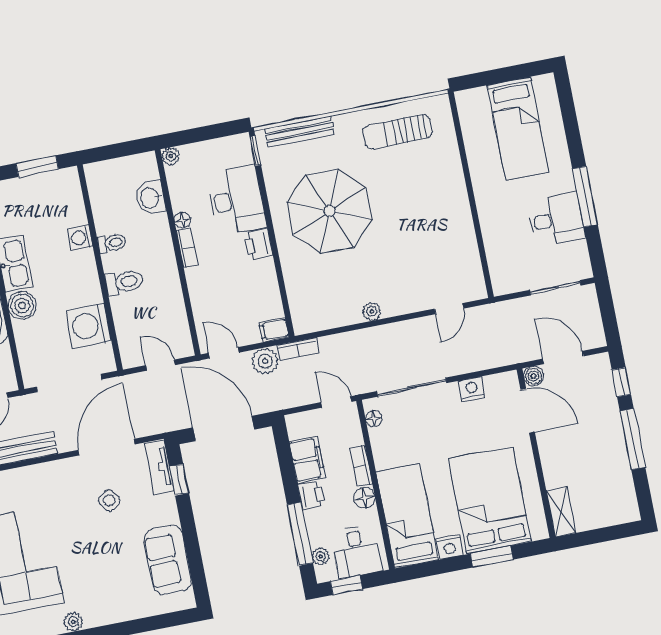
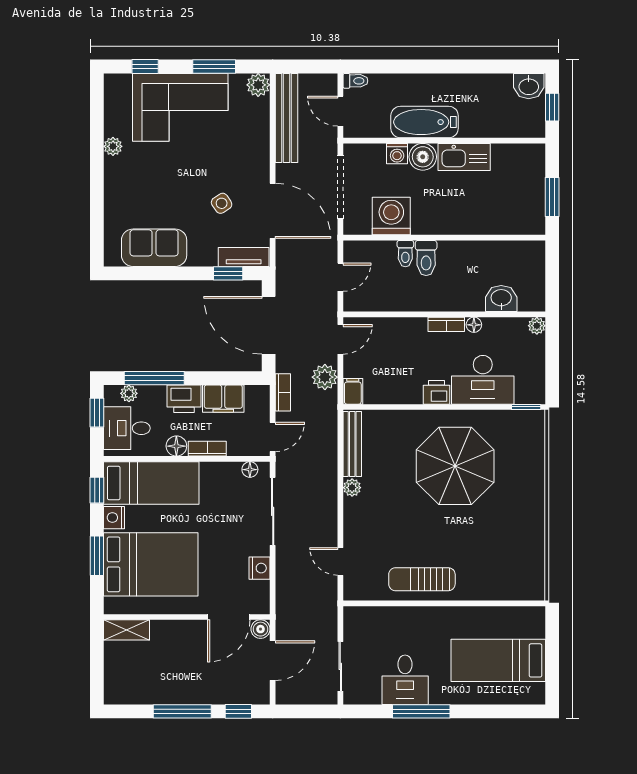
bench: (299, 132) -> (352, 444), moved
sun lounger: (397, 132) -> (422, 579), moved, turned -90
washing machine: (80, 238) -> (397, 154), moved, turned 180
toilet: (112, 243) -> (405, 254), moved
bookcase: (298, 349) -> (283, 392), moved, turned 180
door: (224, 428) -> (269, 325), swing flipped
printer: (311, 495) -> (184, 399), width x1.36, depth x1.24
window: (425, 570) -> (97, 490), added

